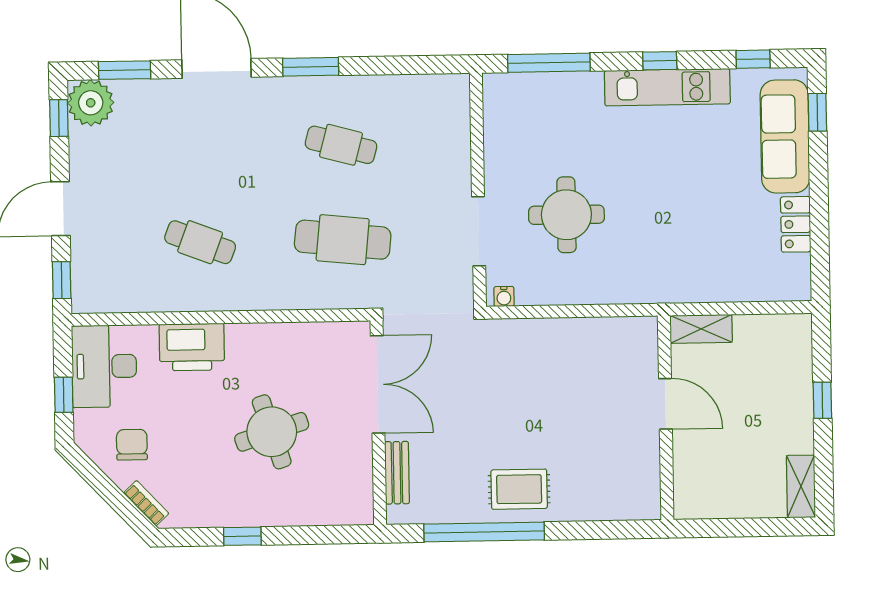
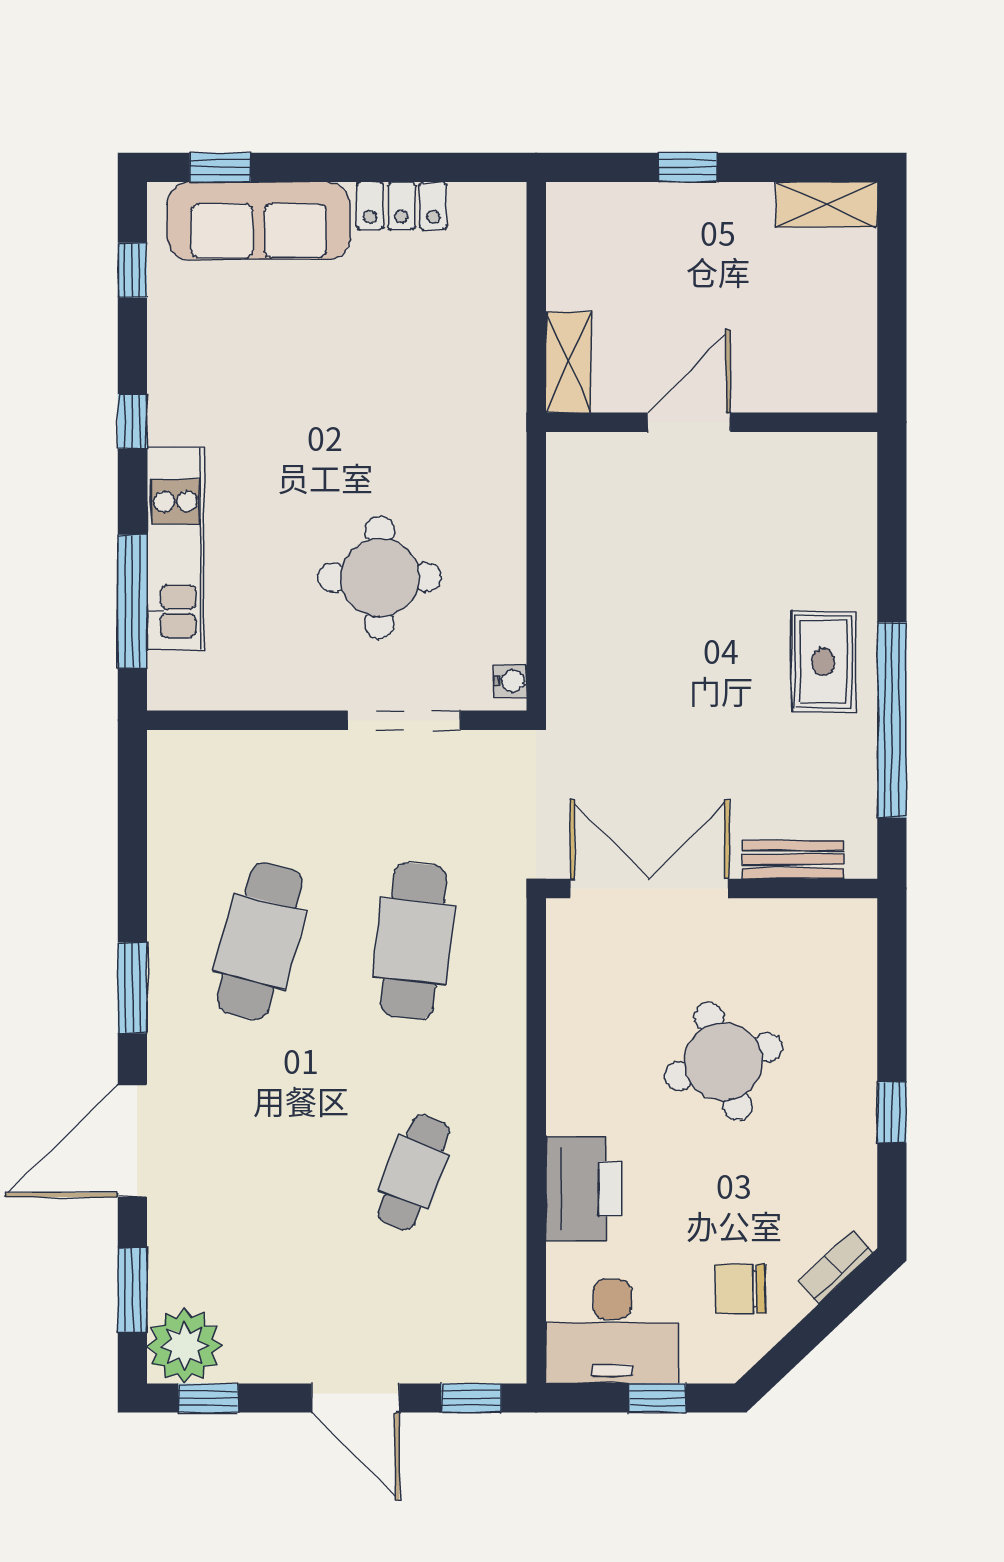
kitchen unit: (667, 87) -> (175, 548), moved
cafe table: (341, 145) -> (260, 941), width x1.37, depth x1.35

